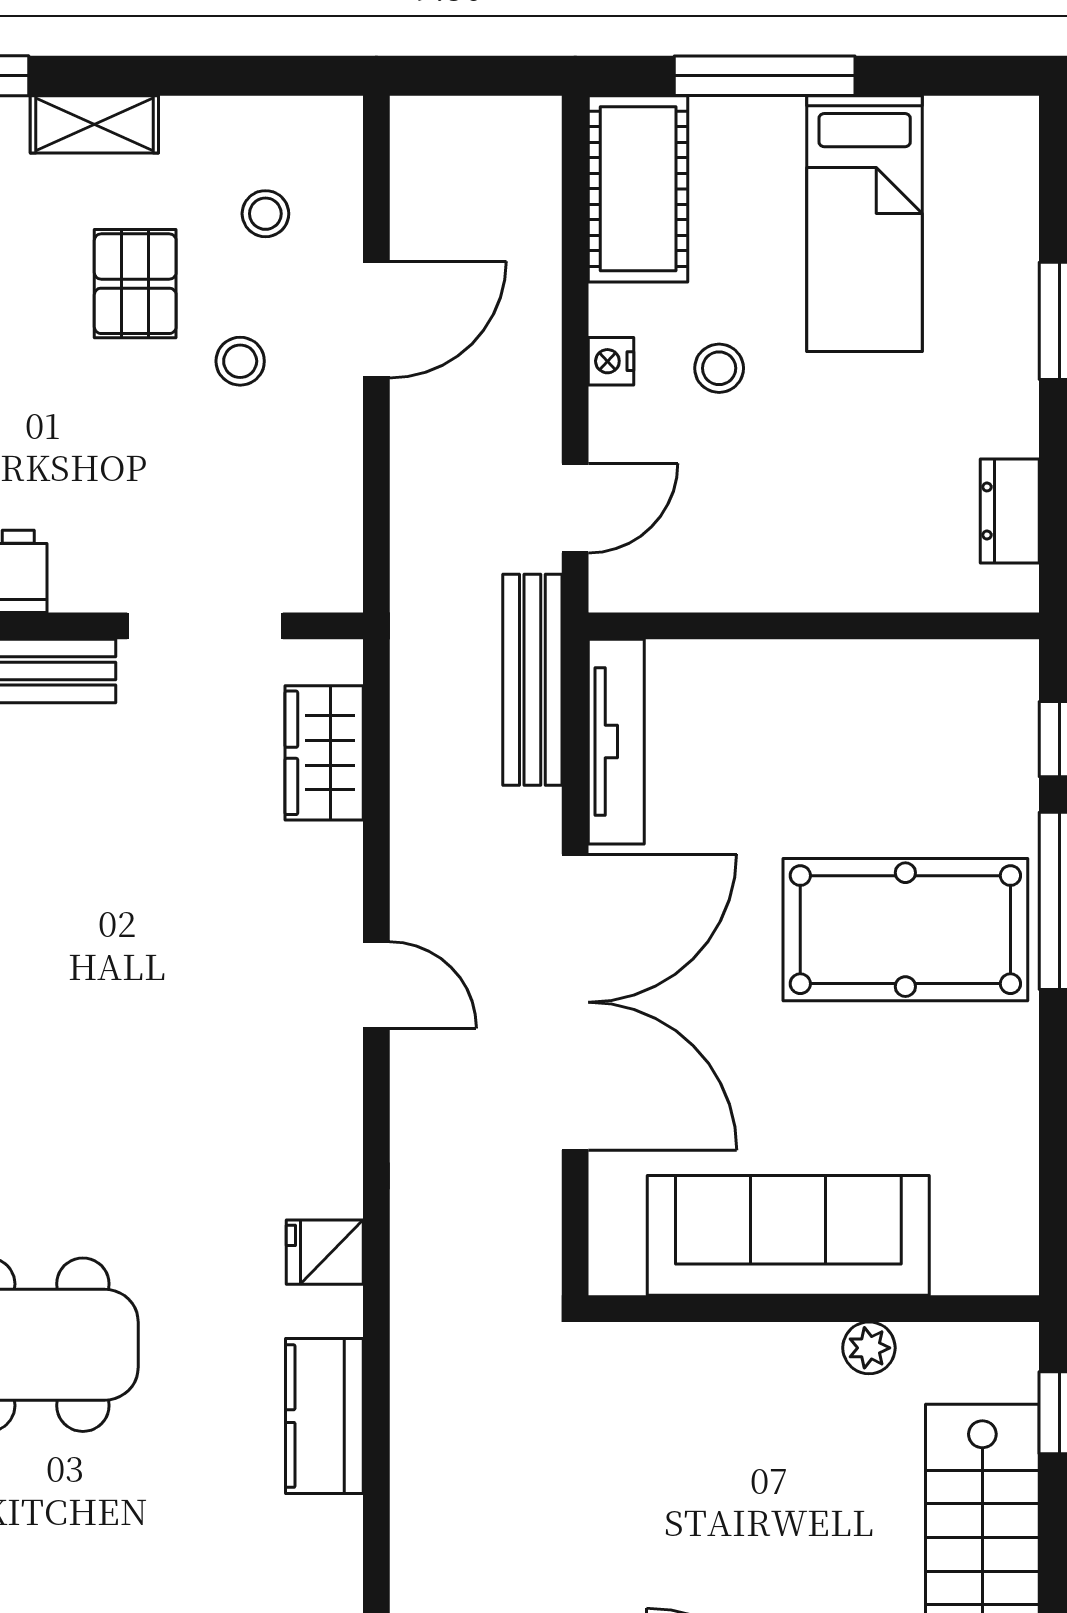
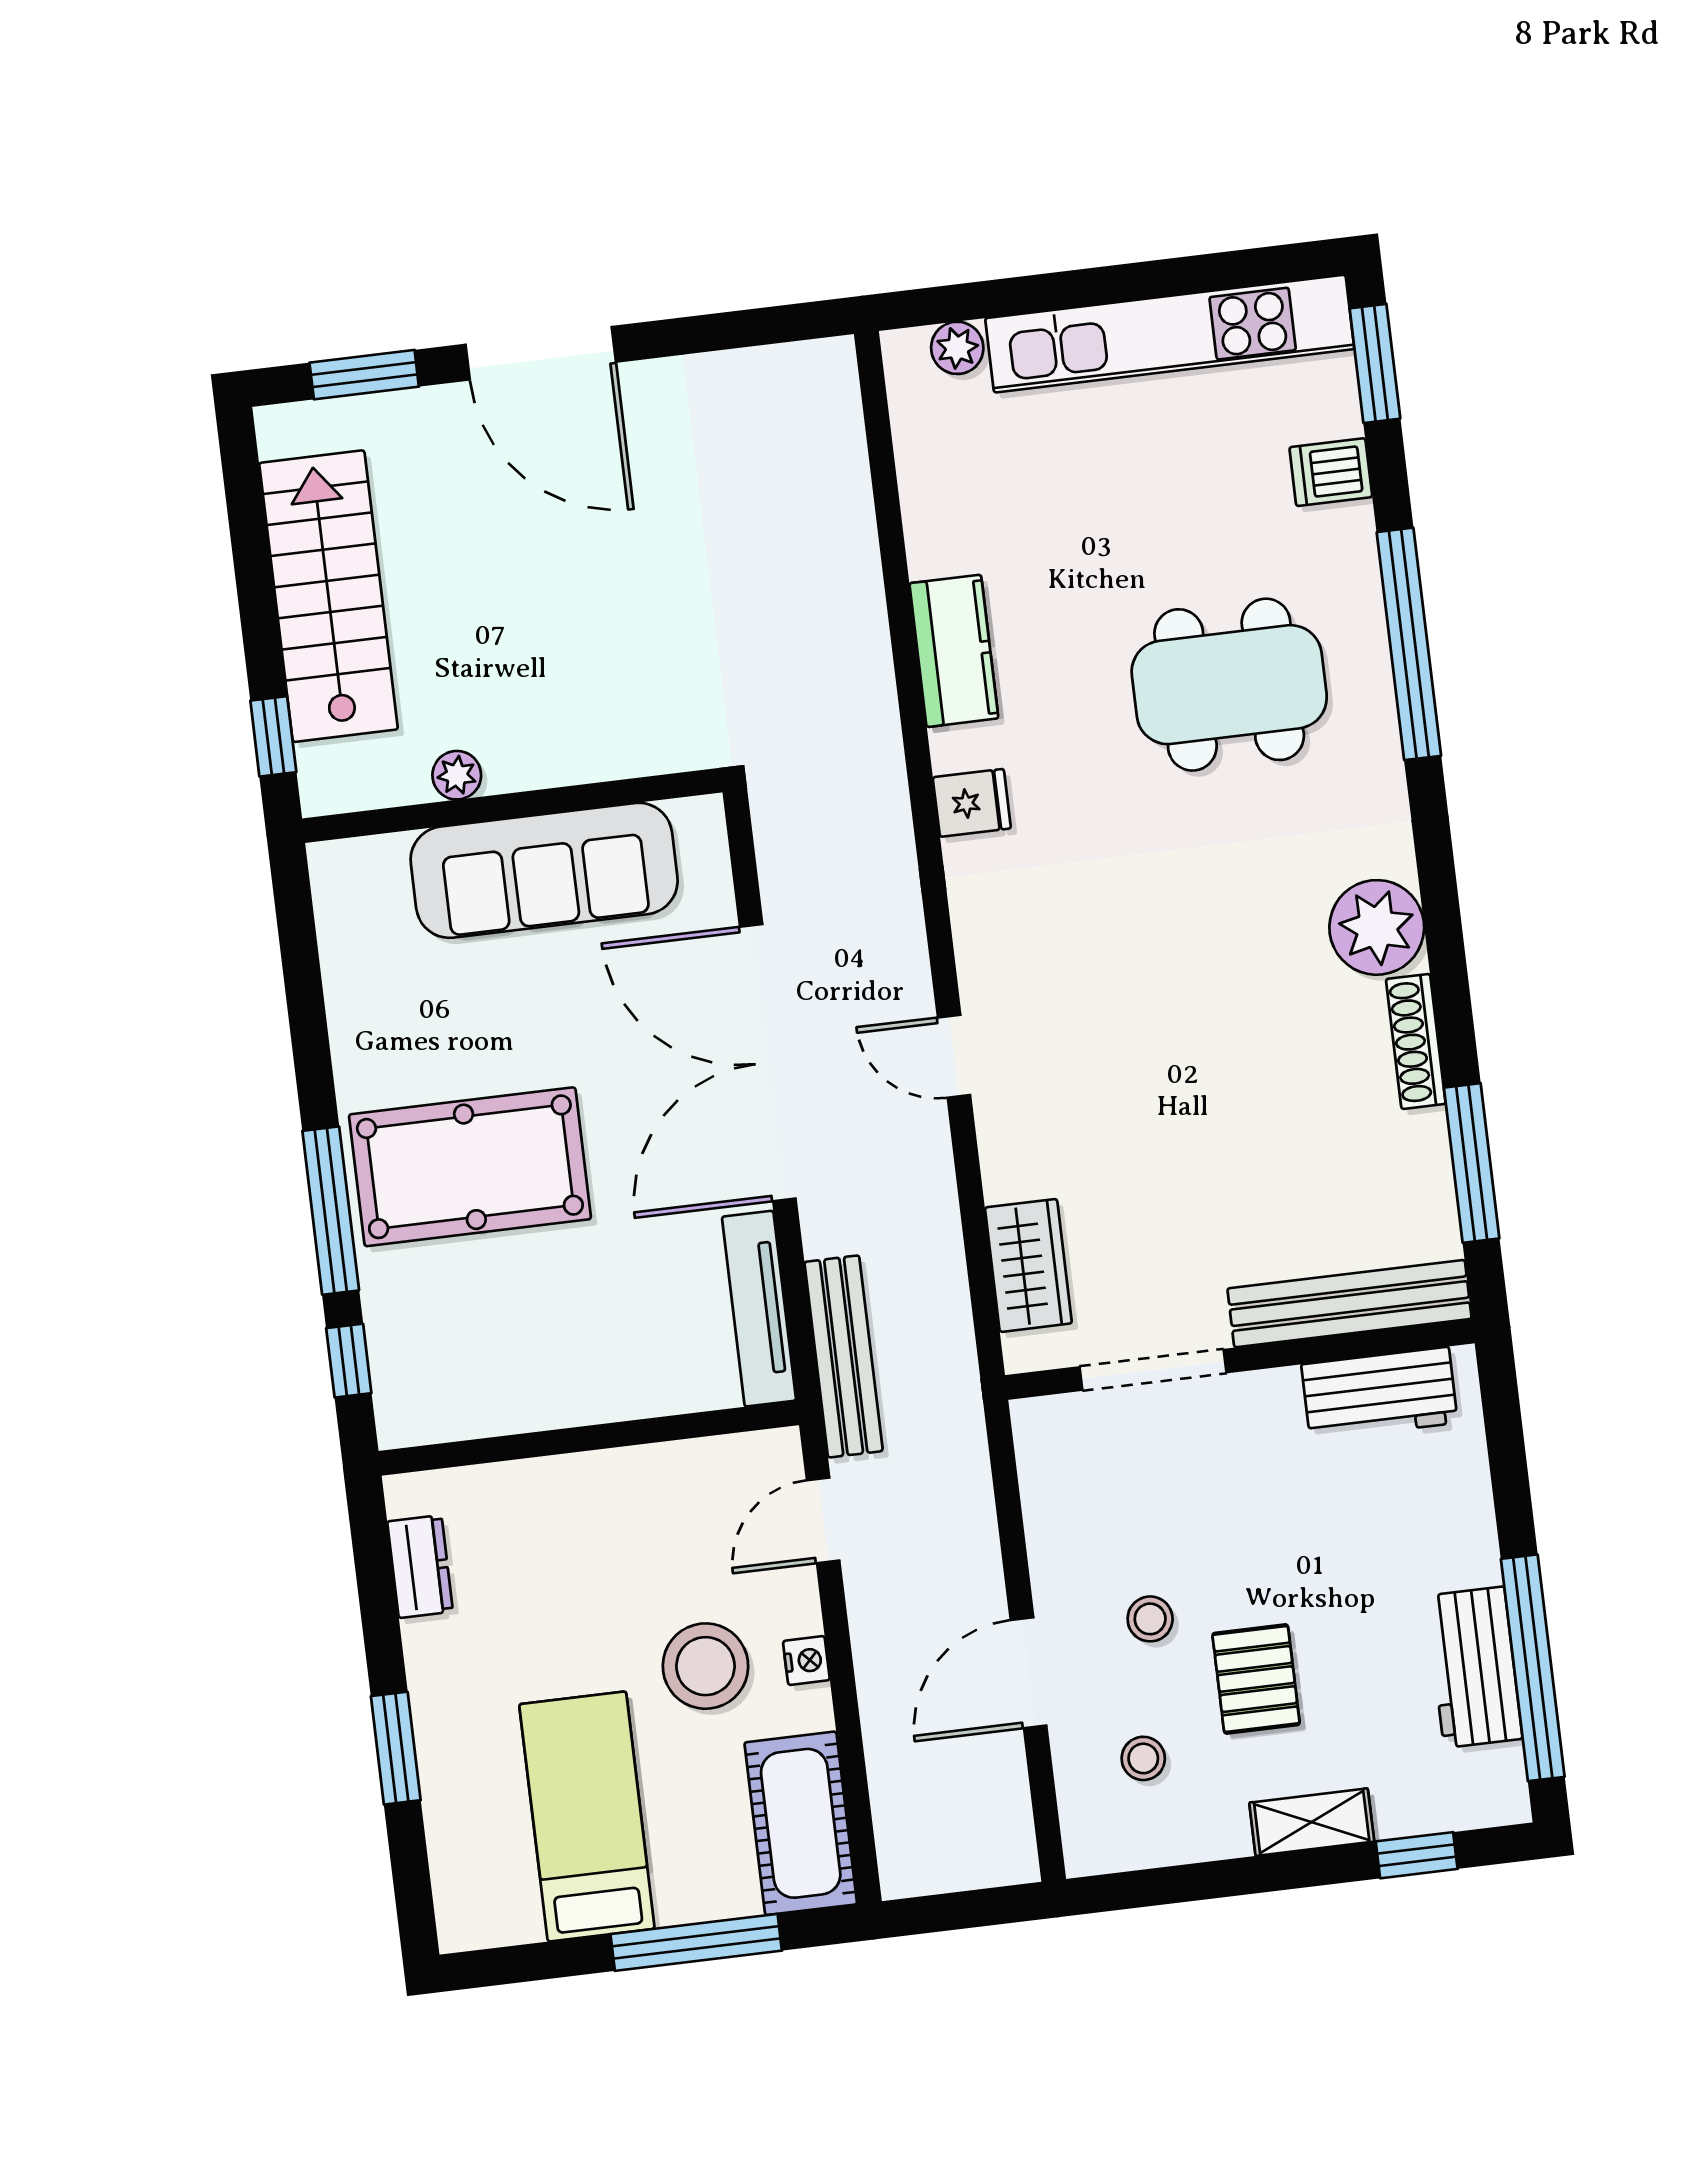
stool: (719, 368) -> (705, 1666), width x1.89, depth x1.89

